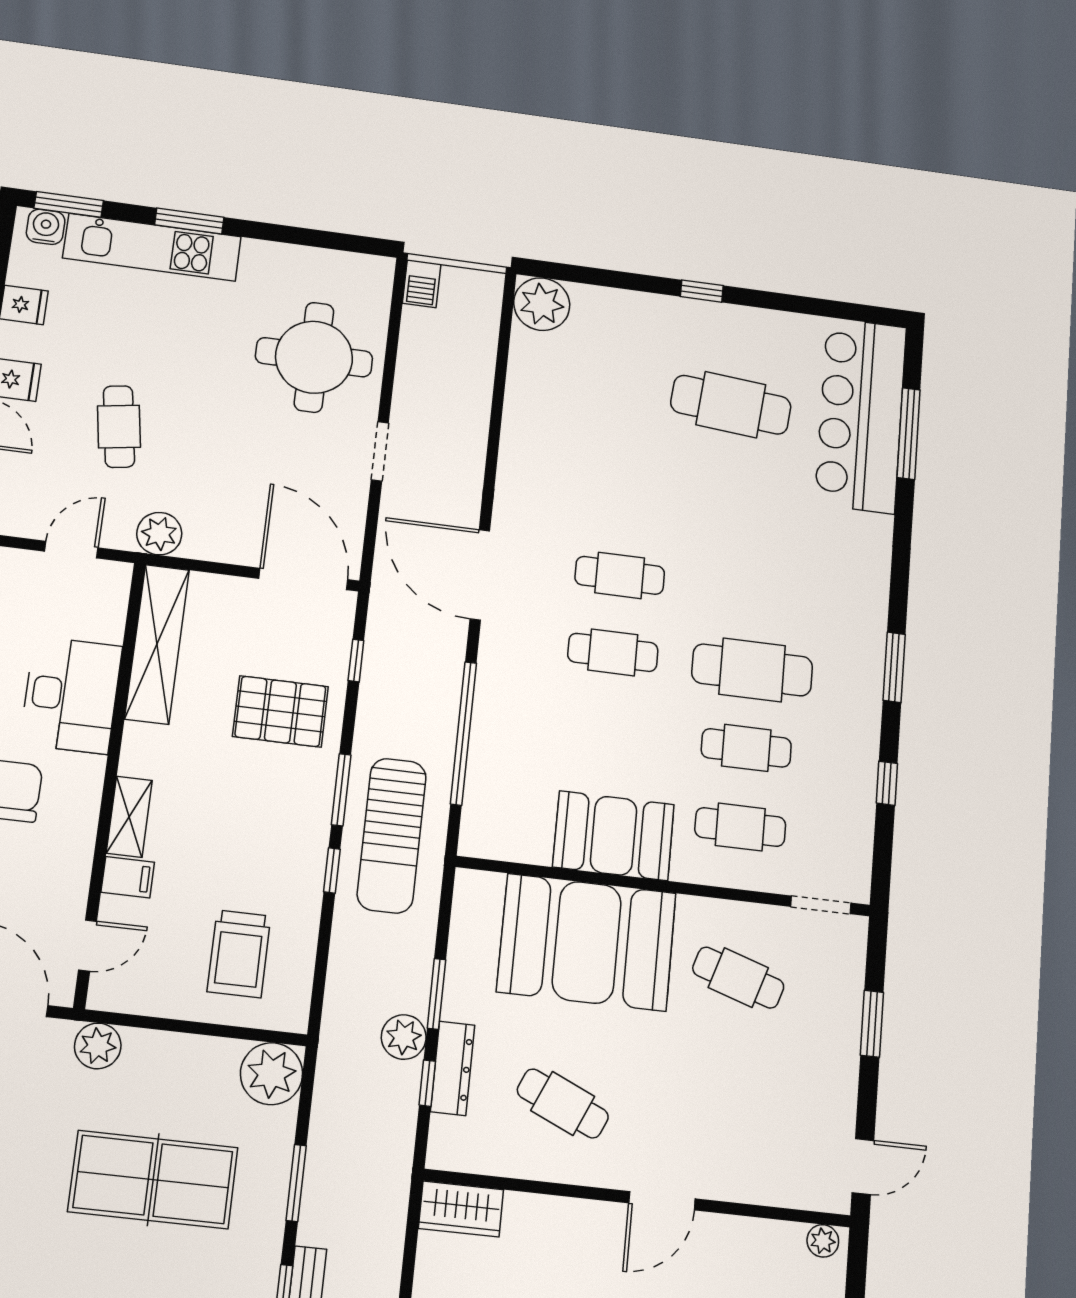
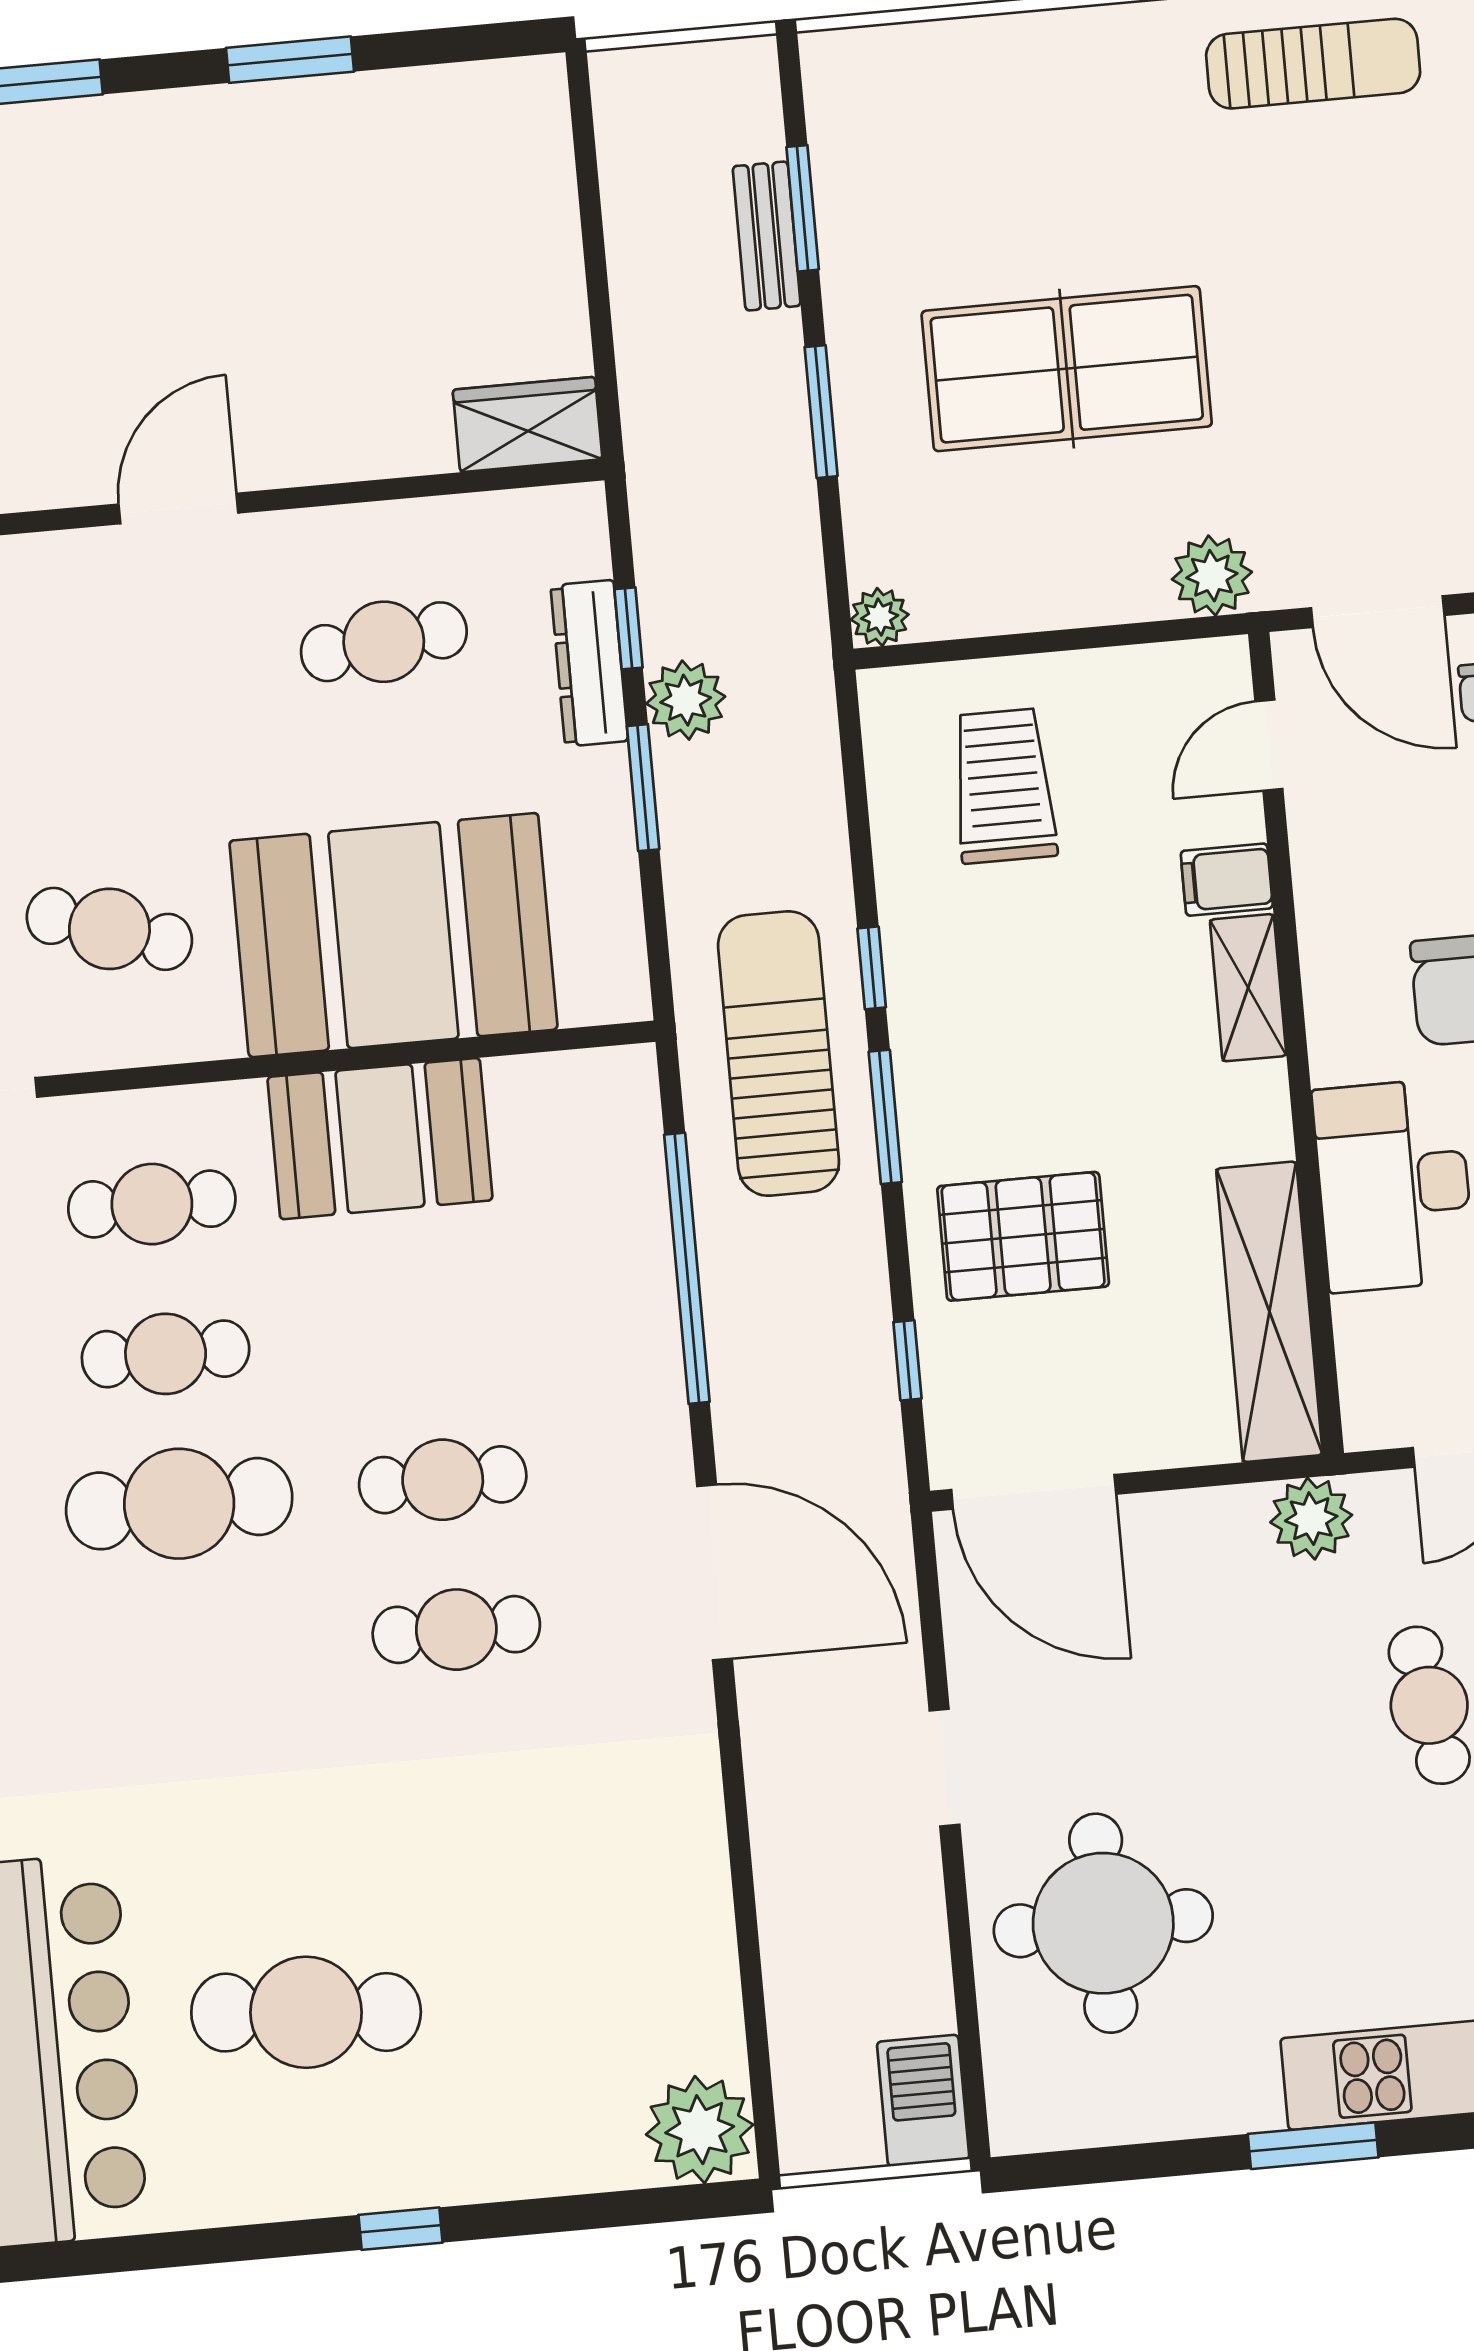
window: (189, 221) -> (1313, 2146), moved
barbecue: (422, 284) -> (923, 2101), width x1.38, depth x1.27
plant: (272, 1074) -> (880, 617), width x0.53, depth x0.53
cafe table: (563, 1103) -> (384, 642), turned -30

